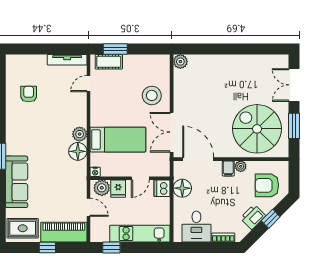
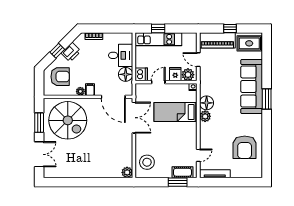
armchair: (29, 94) -> (245, 147), width x1.88, depth x1.88
stool: (152, 95) -> (147, 162), moved
sofa: (17, 182) -> (252, 86), width x1.36, depth x1.27
desk: (196, 226) -> (121, 55), moved, turned 90
window: (111, 247) -> (158, 28), moved

